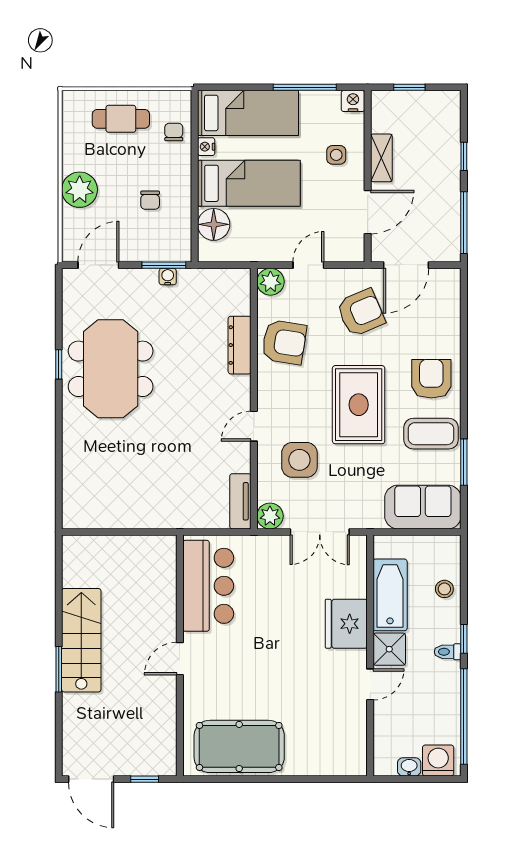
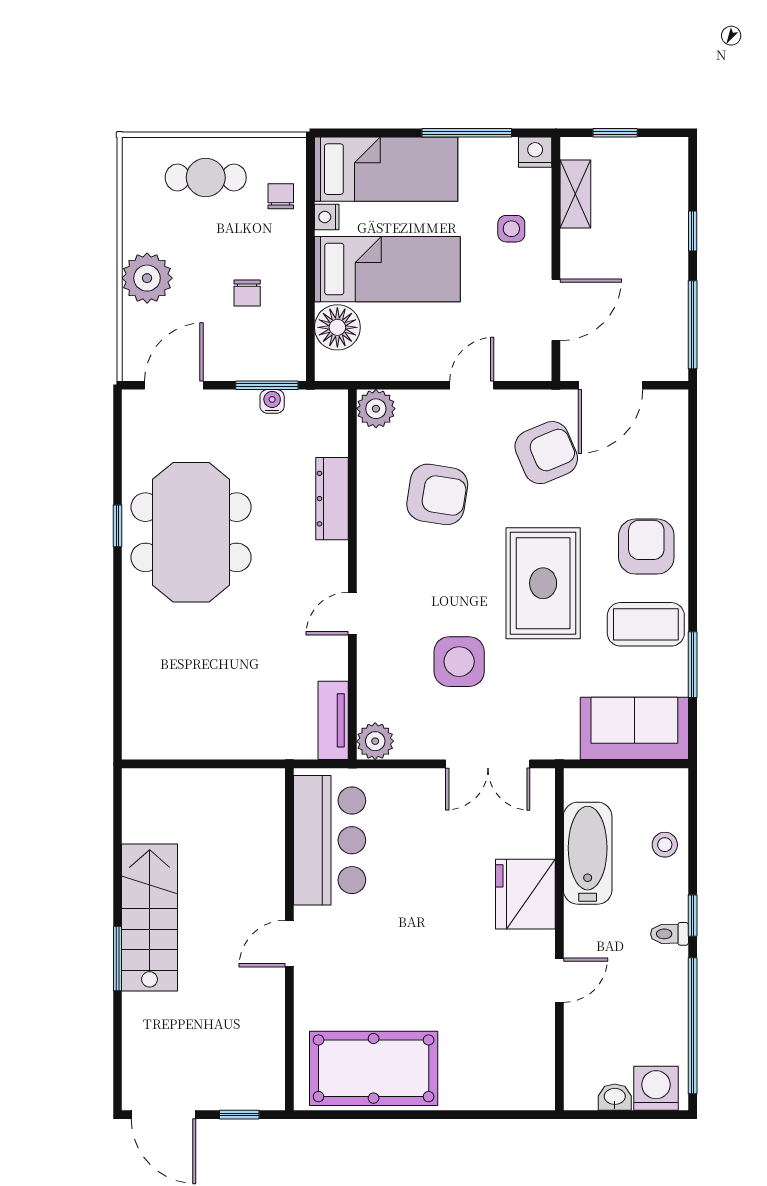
shelving: (381, 158) -> (575, 194), moved
plant: (270, 282) -> (376, 409), moved
dresser: (240, 345) -> (332, 499), moved
wall: (254, 399) -> (352, 575), moved
door: (254, 426) -> (352, 614), moved
tv unit: (240, 501) -> (333, 720), moved
plant: (270, 516) -> (375, 741), moved
shower: (389, 649) -> (587, 930), removed

